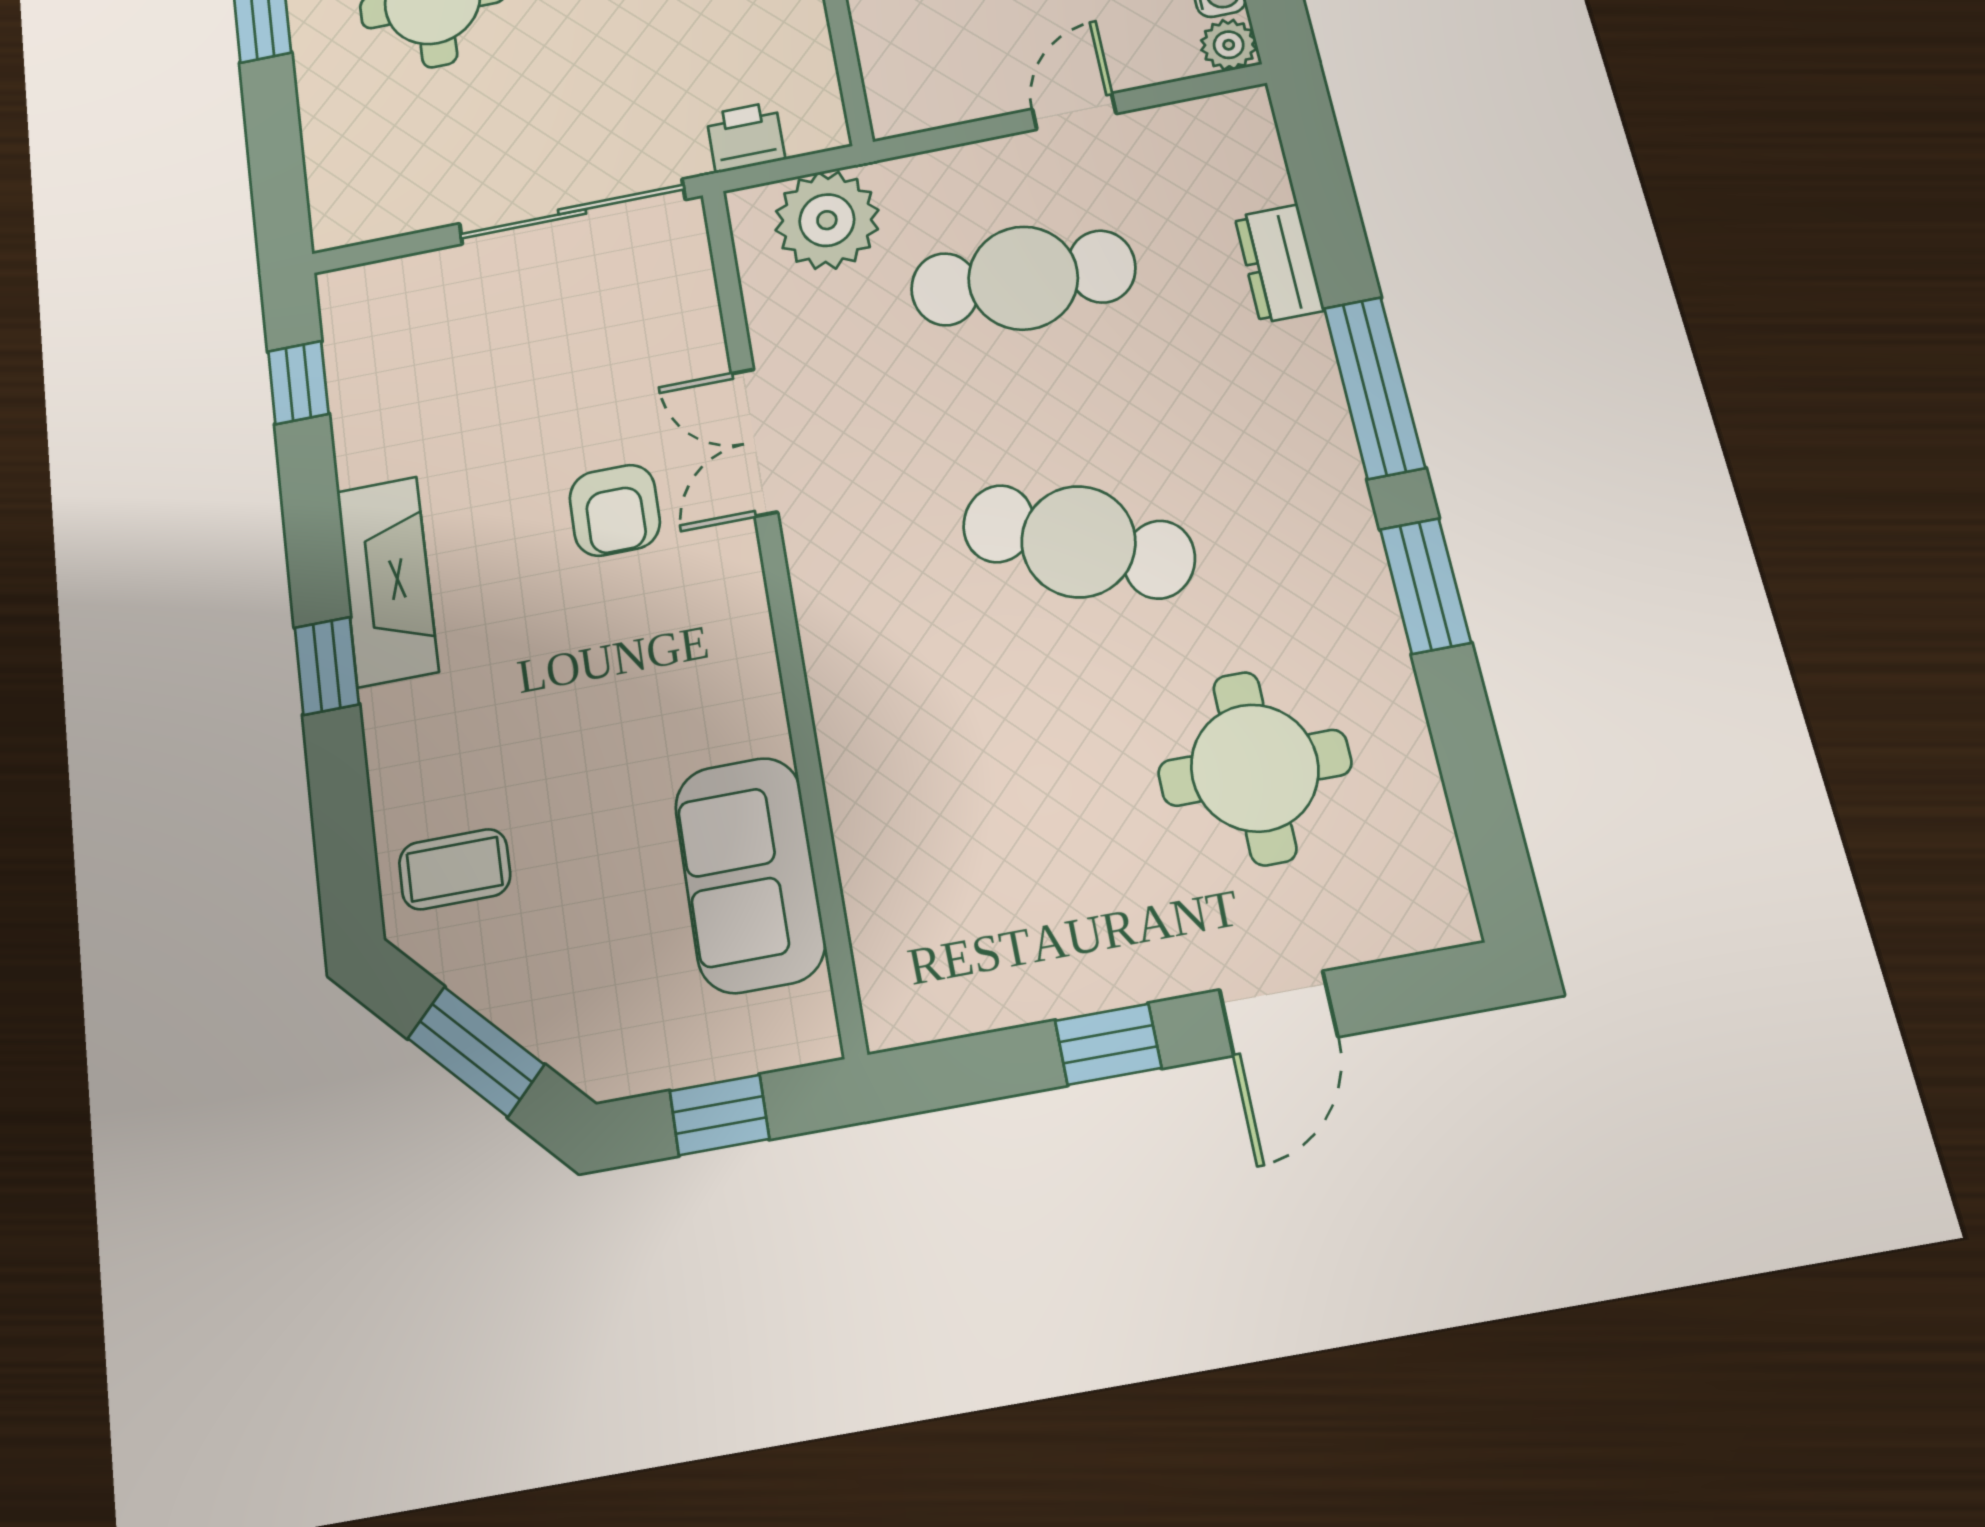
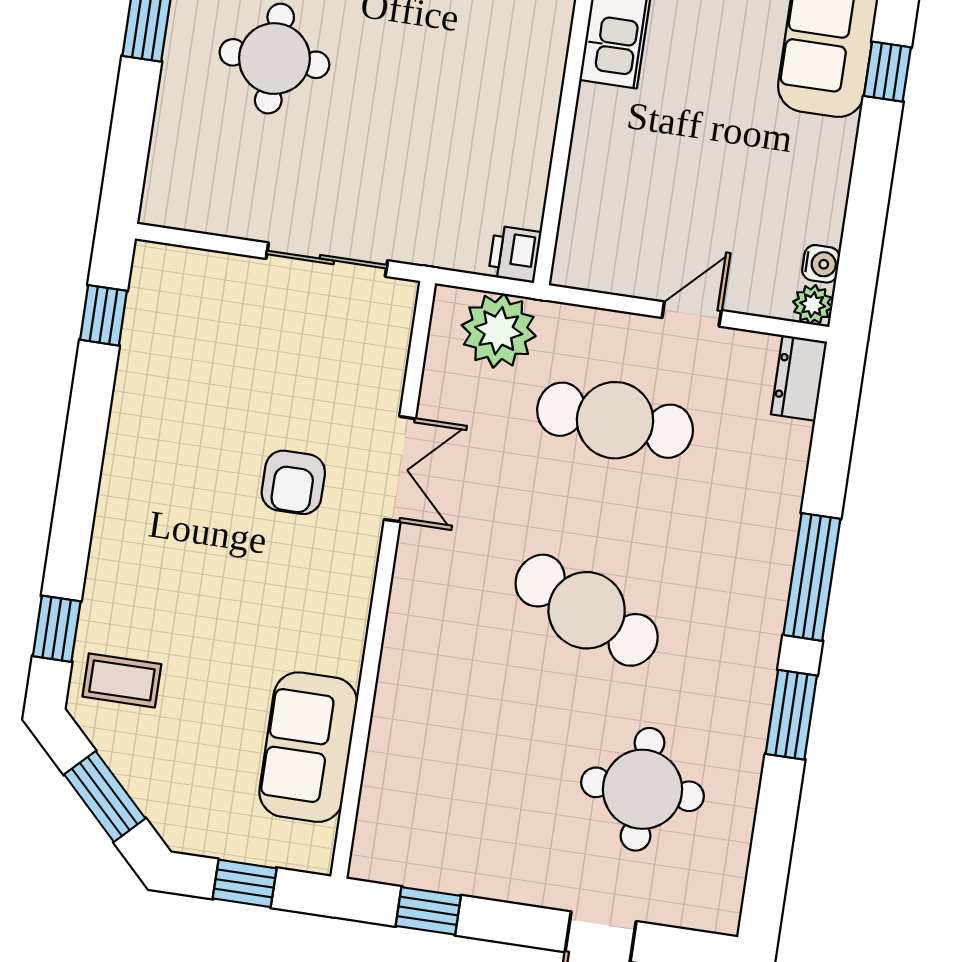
printer: (746, 137) -> (515, 254), moved, turned -90
sliding door: (572, 212) -> (327, 260), width x0.73
dresser: (1279, 264) -> (799, 378), moved
double door: (754, 442) -> (400, 469), swing flipped
fireplace: (387, 581) -> (128, 477), removed
window: (327, 666) -> (57, 629), moved
window: (1108, 1044) -> (428, 911), moved

